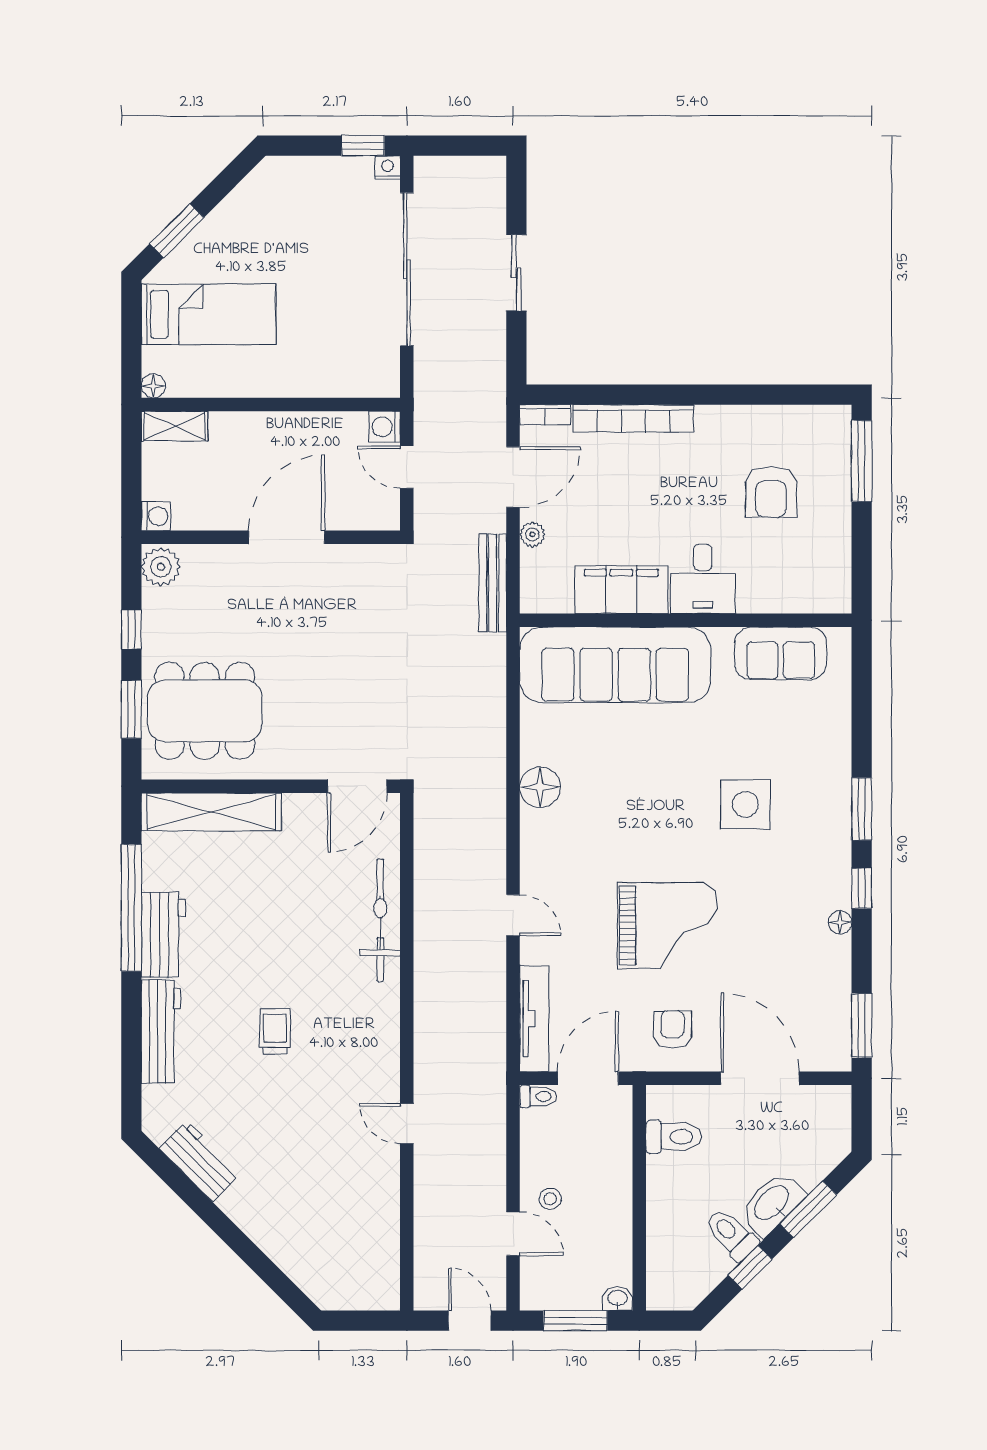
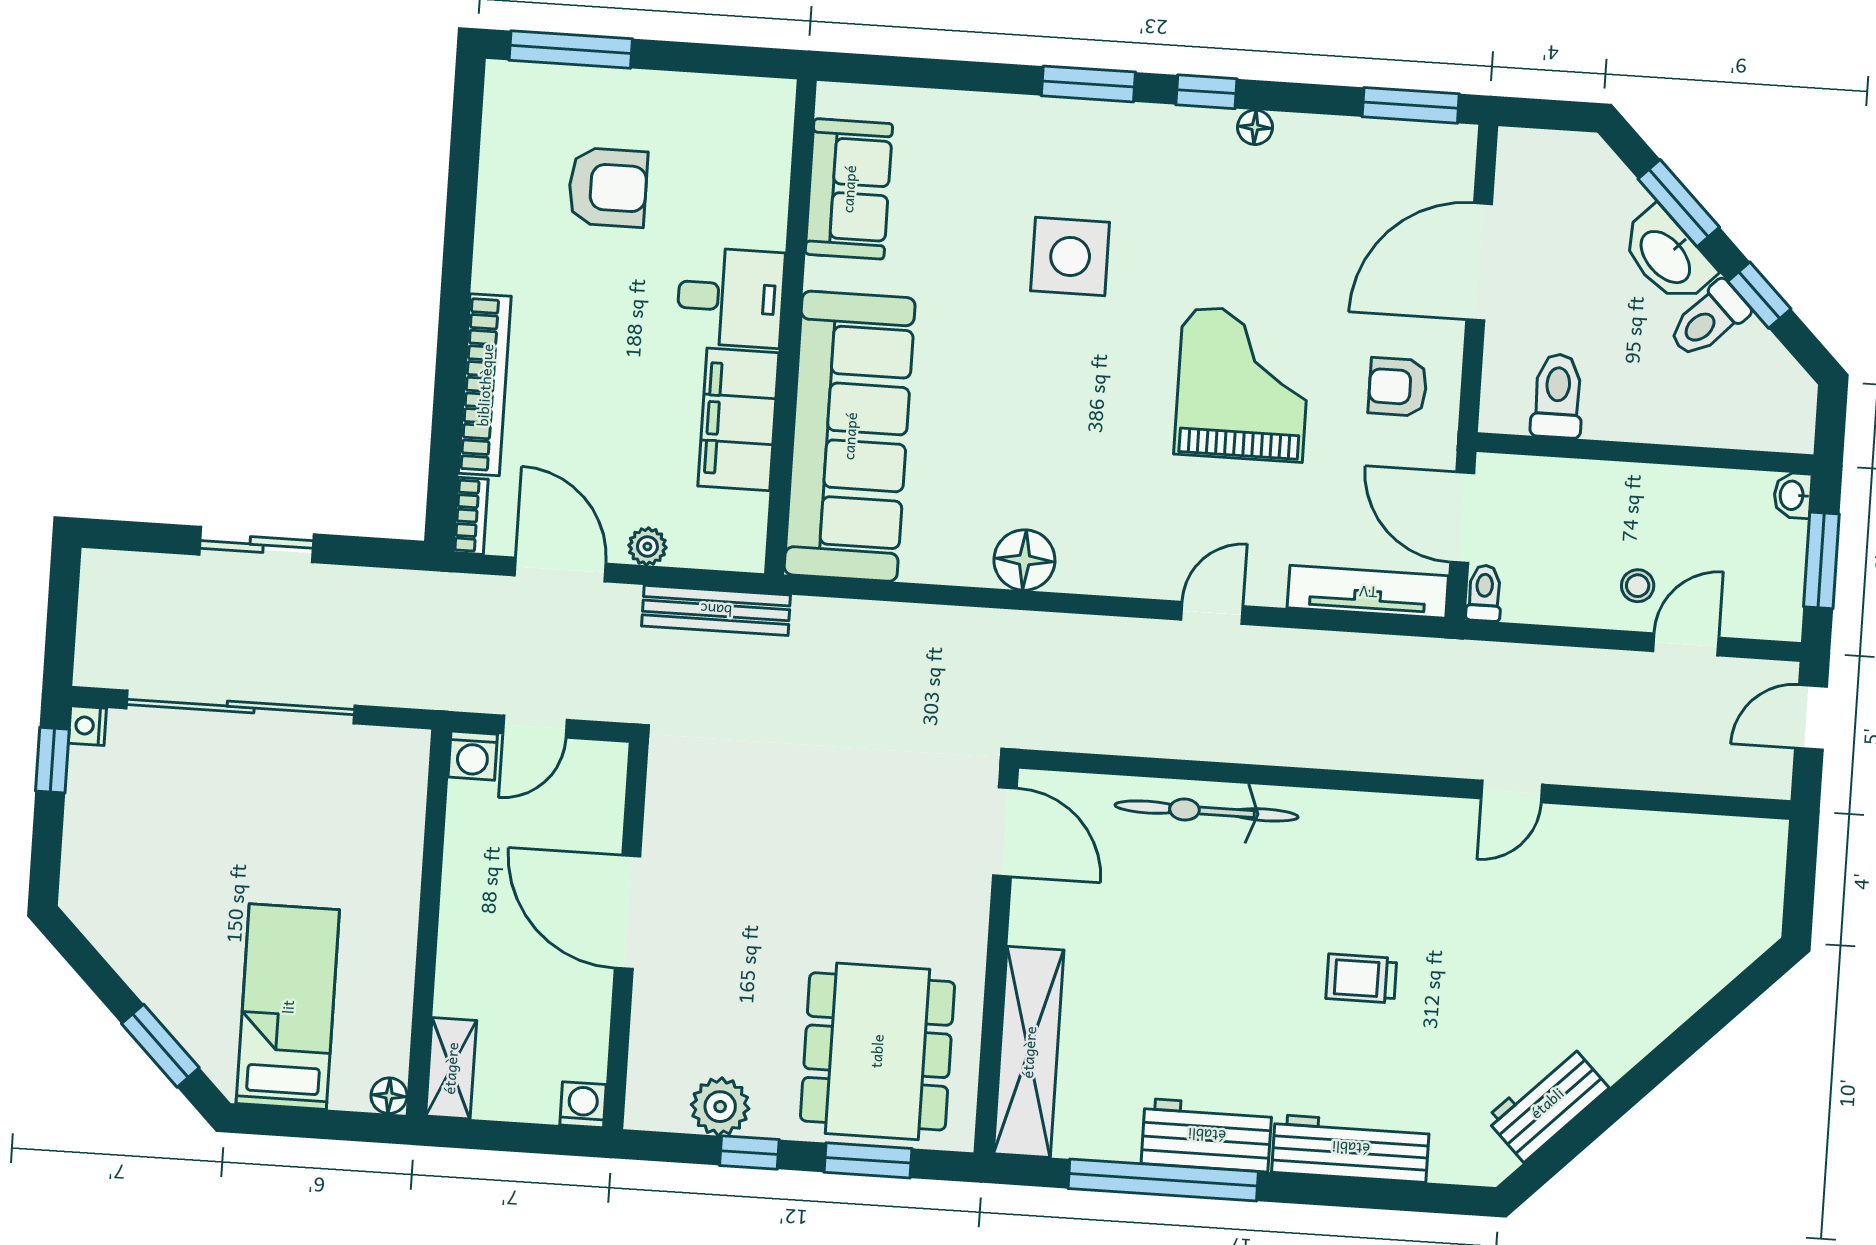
plant: (161, 567) -> (720, 1107), moved

